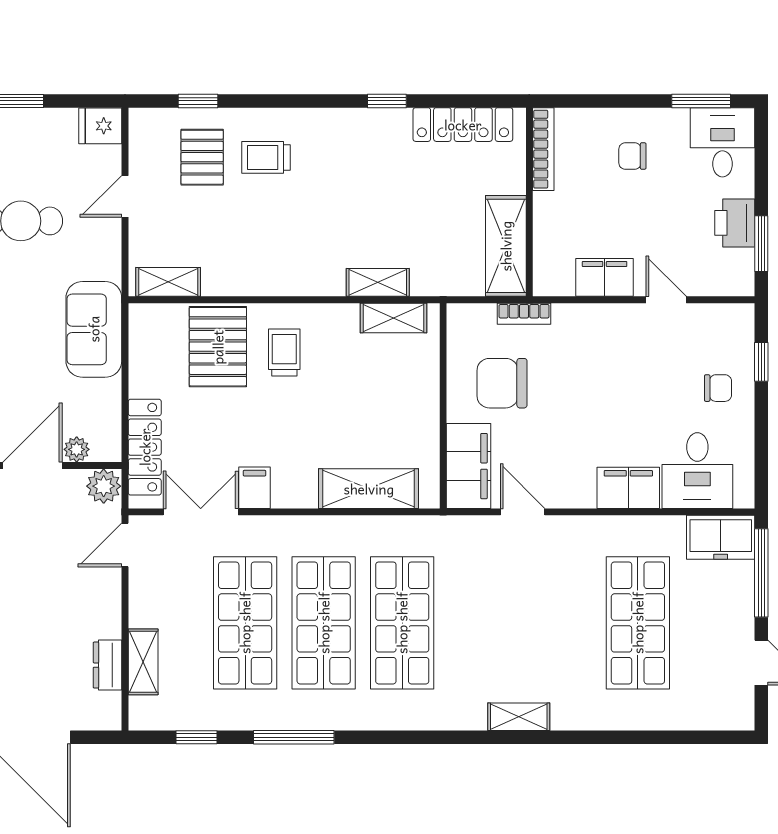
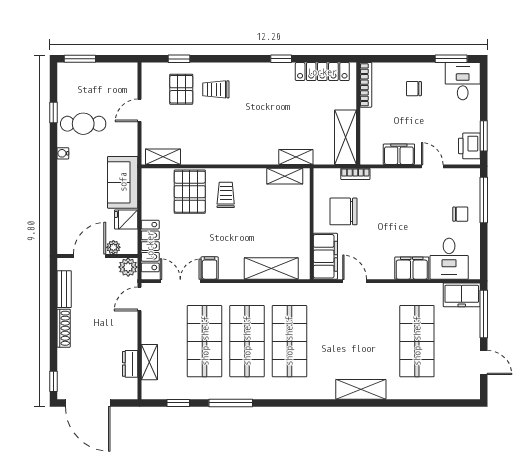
fridge: (100, 126) -> (126, 219), moved
printer: (735, 223) -> (469, 146), moved
shelving: (378, 282) -> (296, 157), moved
window: (761, 362) -> (484, 200), width x2.17
shelving: (519, 717) -> (361, 389), width x1.50, depth x1.33

